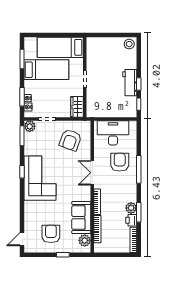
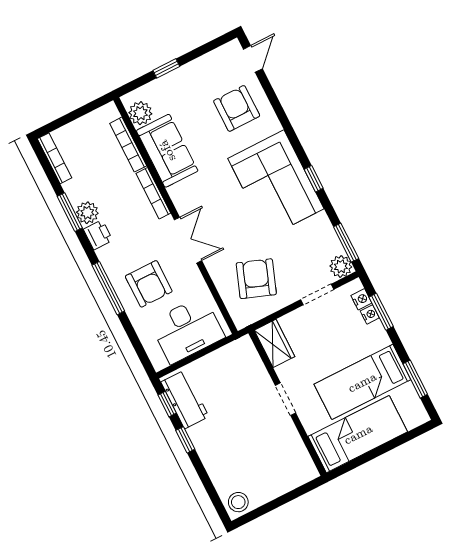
workbench: (130, 83) -> (185, 399), moved
printer: (131, 220) -> (98, 235), moved
armchair: (51, 234) -> (237, 108), moved, turned 180

